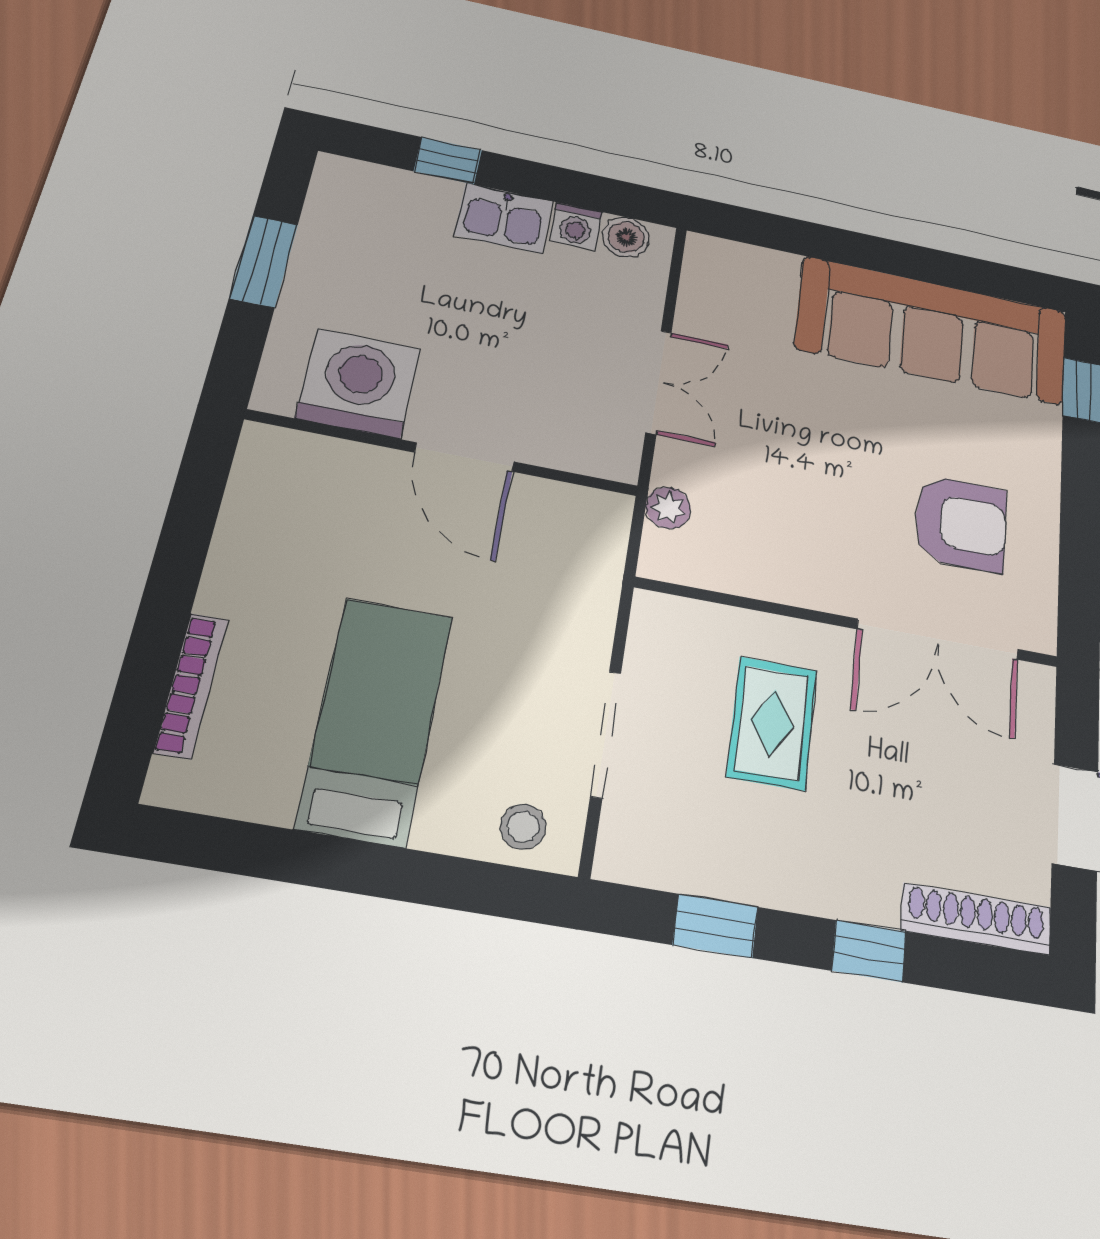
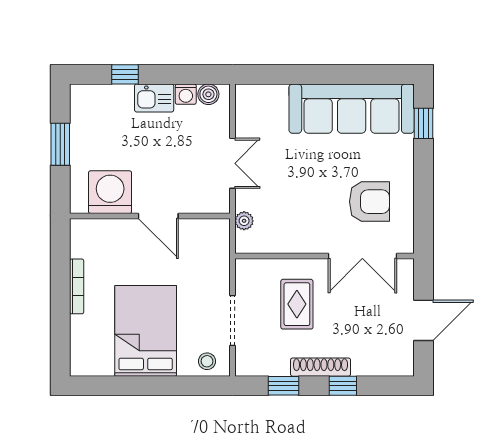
bookcase: (191, 685) -> (77, 286), moved
bed: (375, 720) -> (146, 331), width x1.50
shoe rack: (976, 919) -> (321, 367), moved

